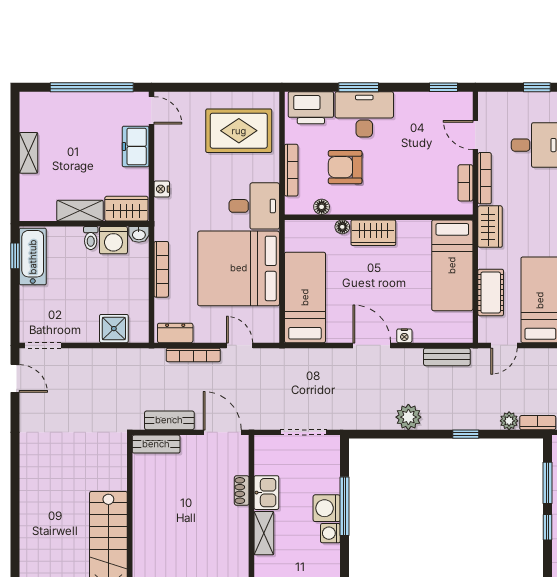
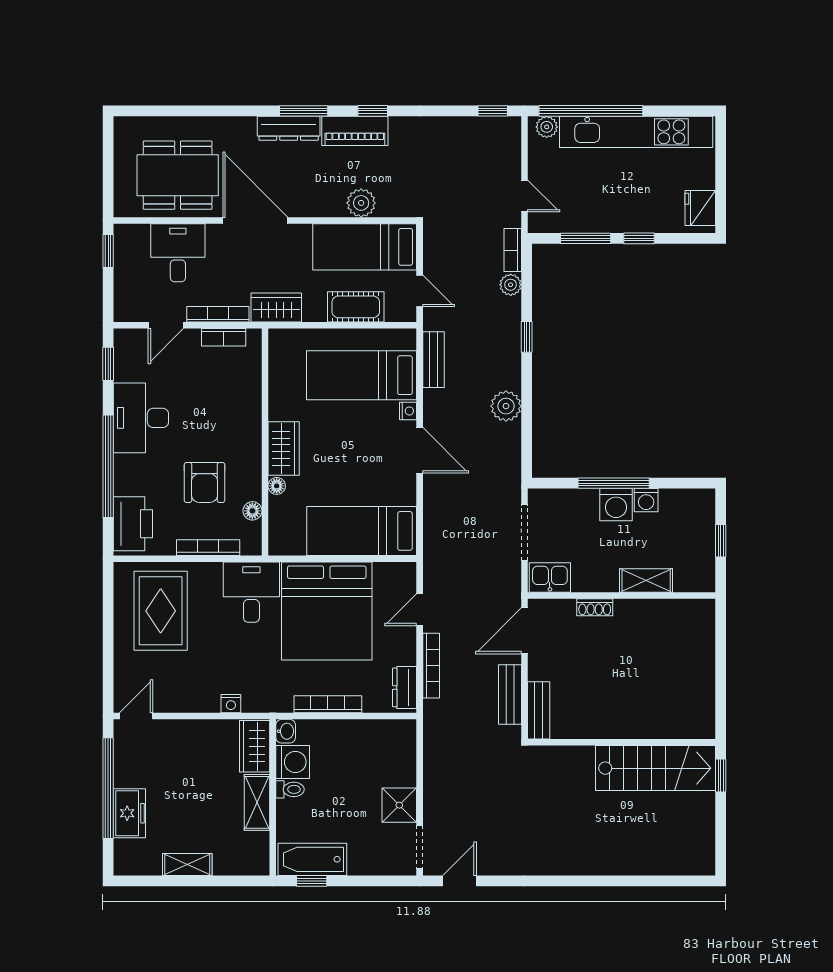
window: (359, 87) -> (108, 466), width x2.11
desk: (364, 114) -> (141, 418), moved
freezer: (136, 146) -> (129, 813), moved, turned -90
bed: (452, 265) -> (362, 375), moved, turned 180
shower: (114, 329) -> (399, 805), moved
door: (372, 345) -> (420, 450), swing flipped
kitchen sink: (266, 493) -> (550, 577), moved

